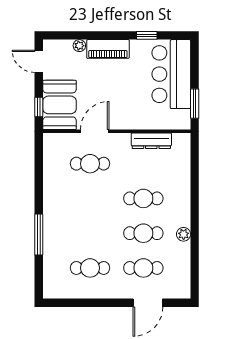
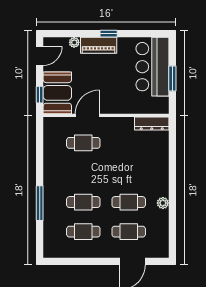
window: (147, 35) -> (109, 34), moved
door: (39, 61) -> (40, 56), swing flipped
window: (195, 104) -> (172, 79), moved
dresser: (151, 141) -> (152, 123), moved
cafe table: (143, 198) -> (83, 202), moved

